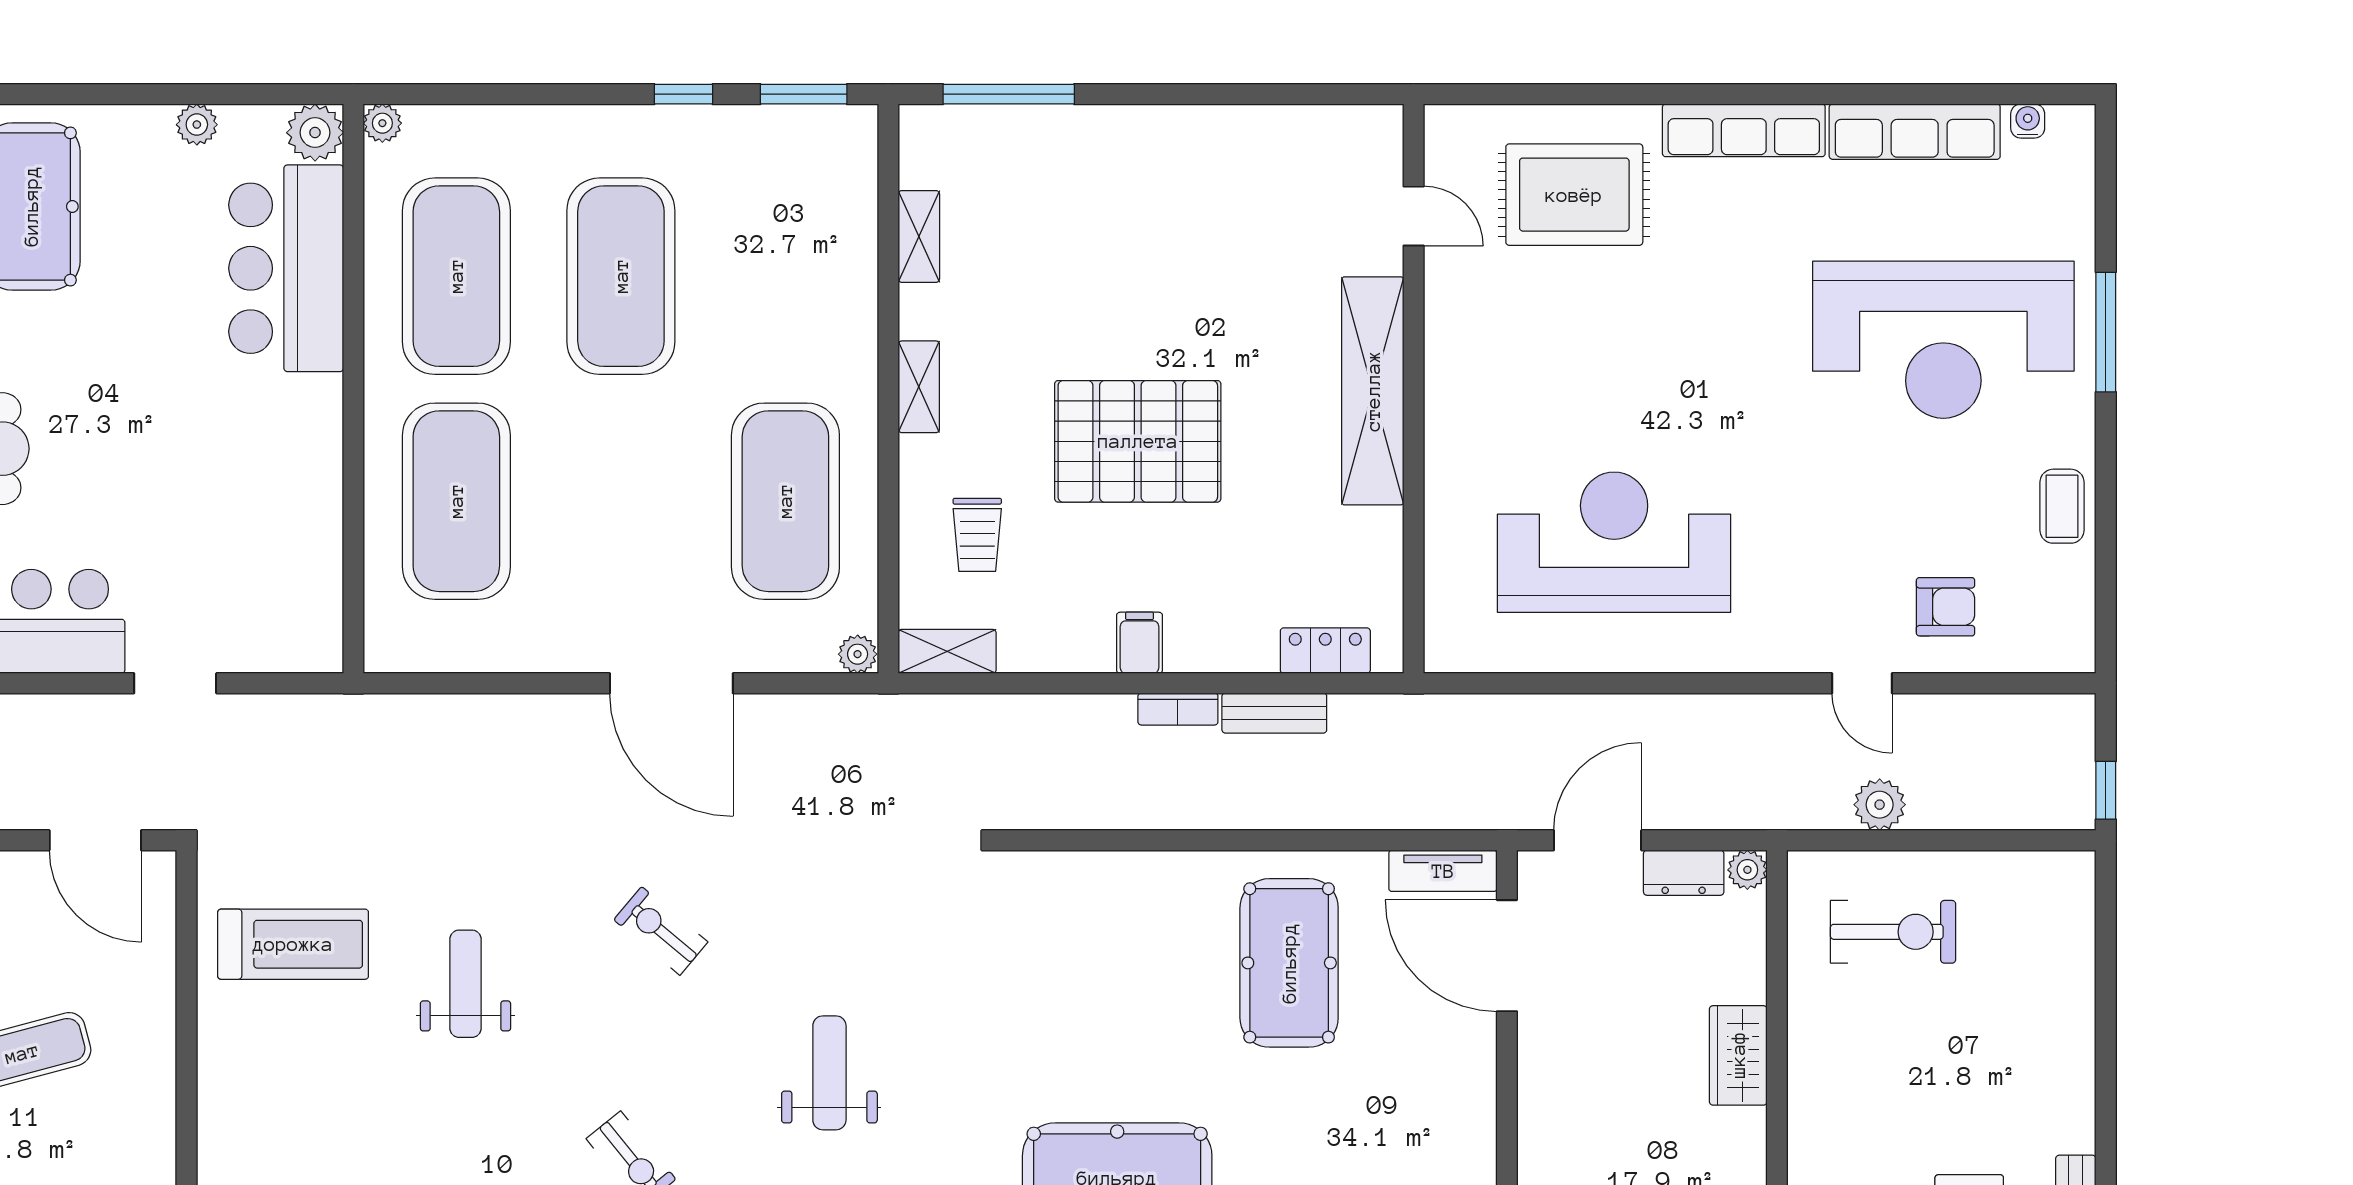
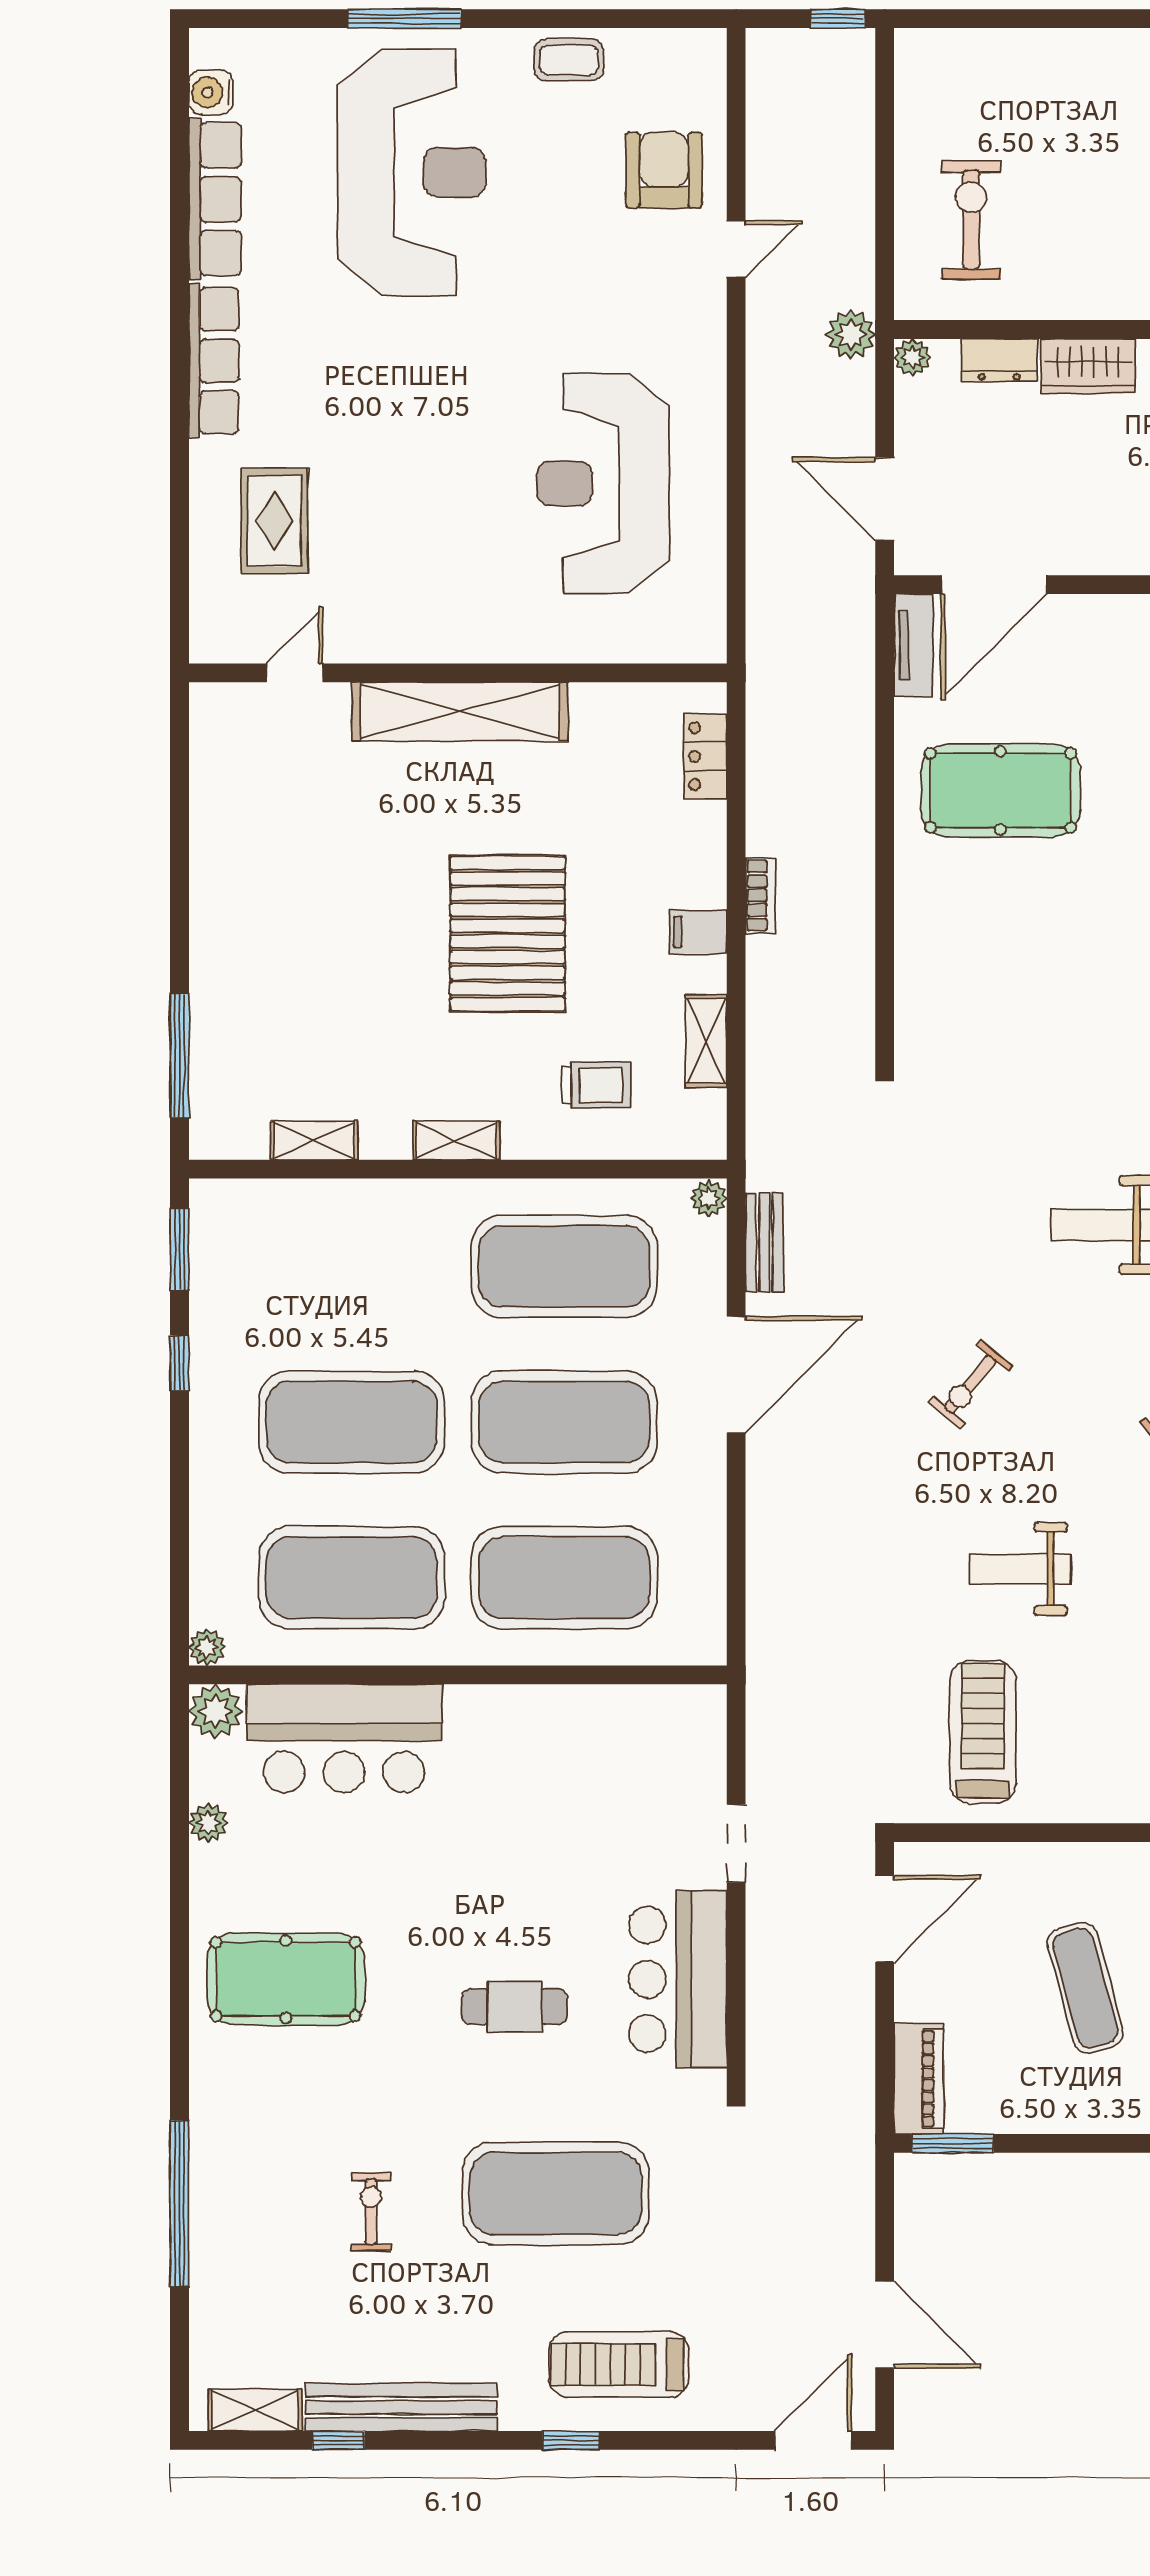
water cooler: (2028, 121) -> (211, 92), width x1.38, depth x1.38
rug: (1574, 195) -> (274, 521), width x0.73, depth x0.70
exercise mat: (621, 501) -> (564, 1422), added
armchair: (1946, 607) -> (664, 170), width x1.38, depth x1.38
shelving: (947, 651) -> (706, 1041), moved
bench: (1274, 713) -> (764, 1243), moved
plant: (1880, 805) -> (851, 335), moved
dresser: (1684, 873) -> (999, 360), moved, turned 90

